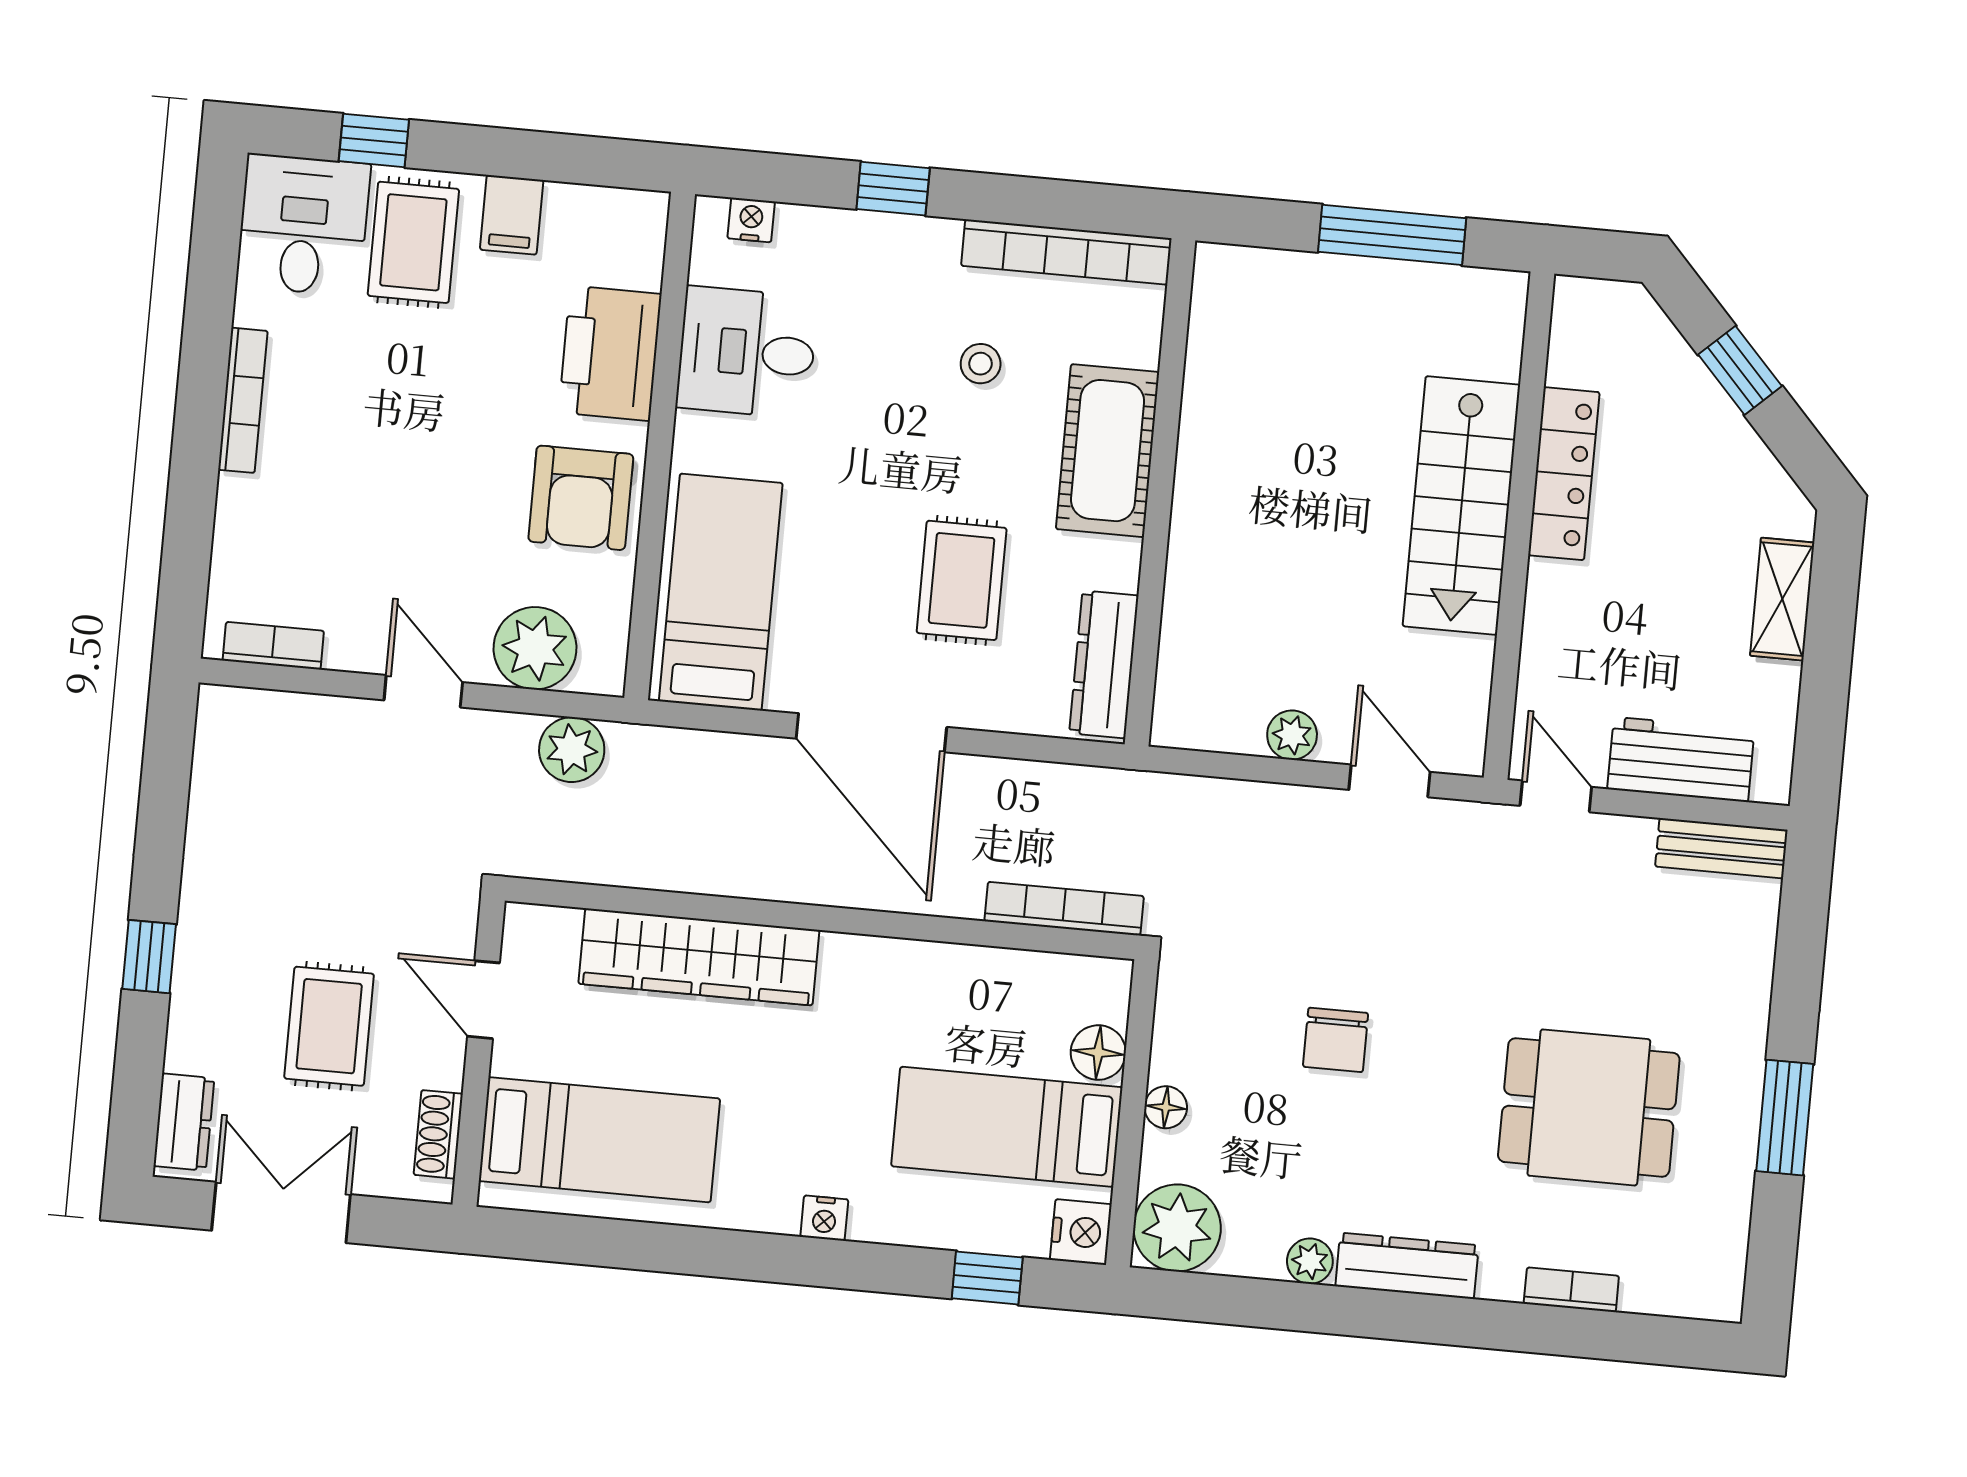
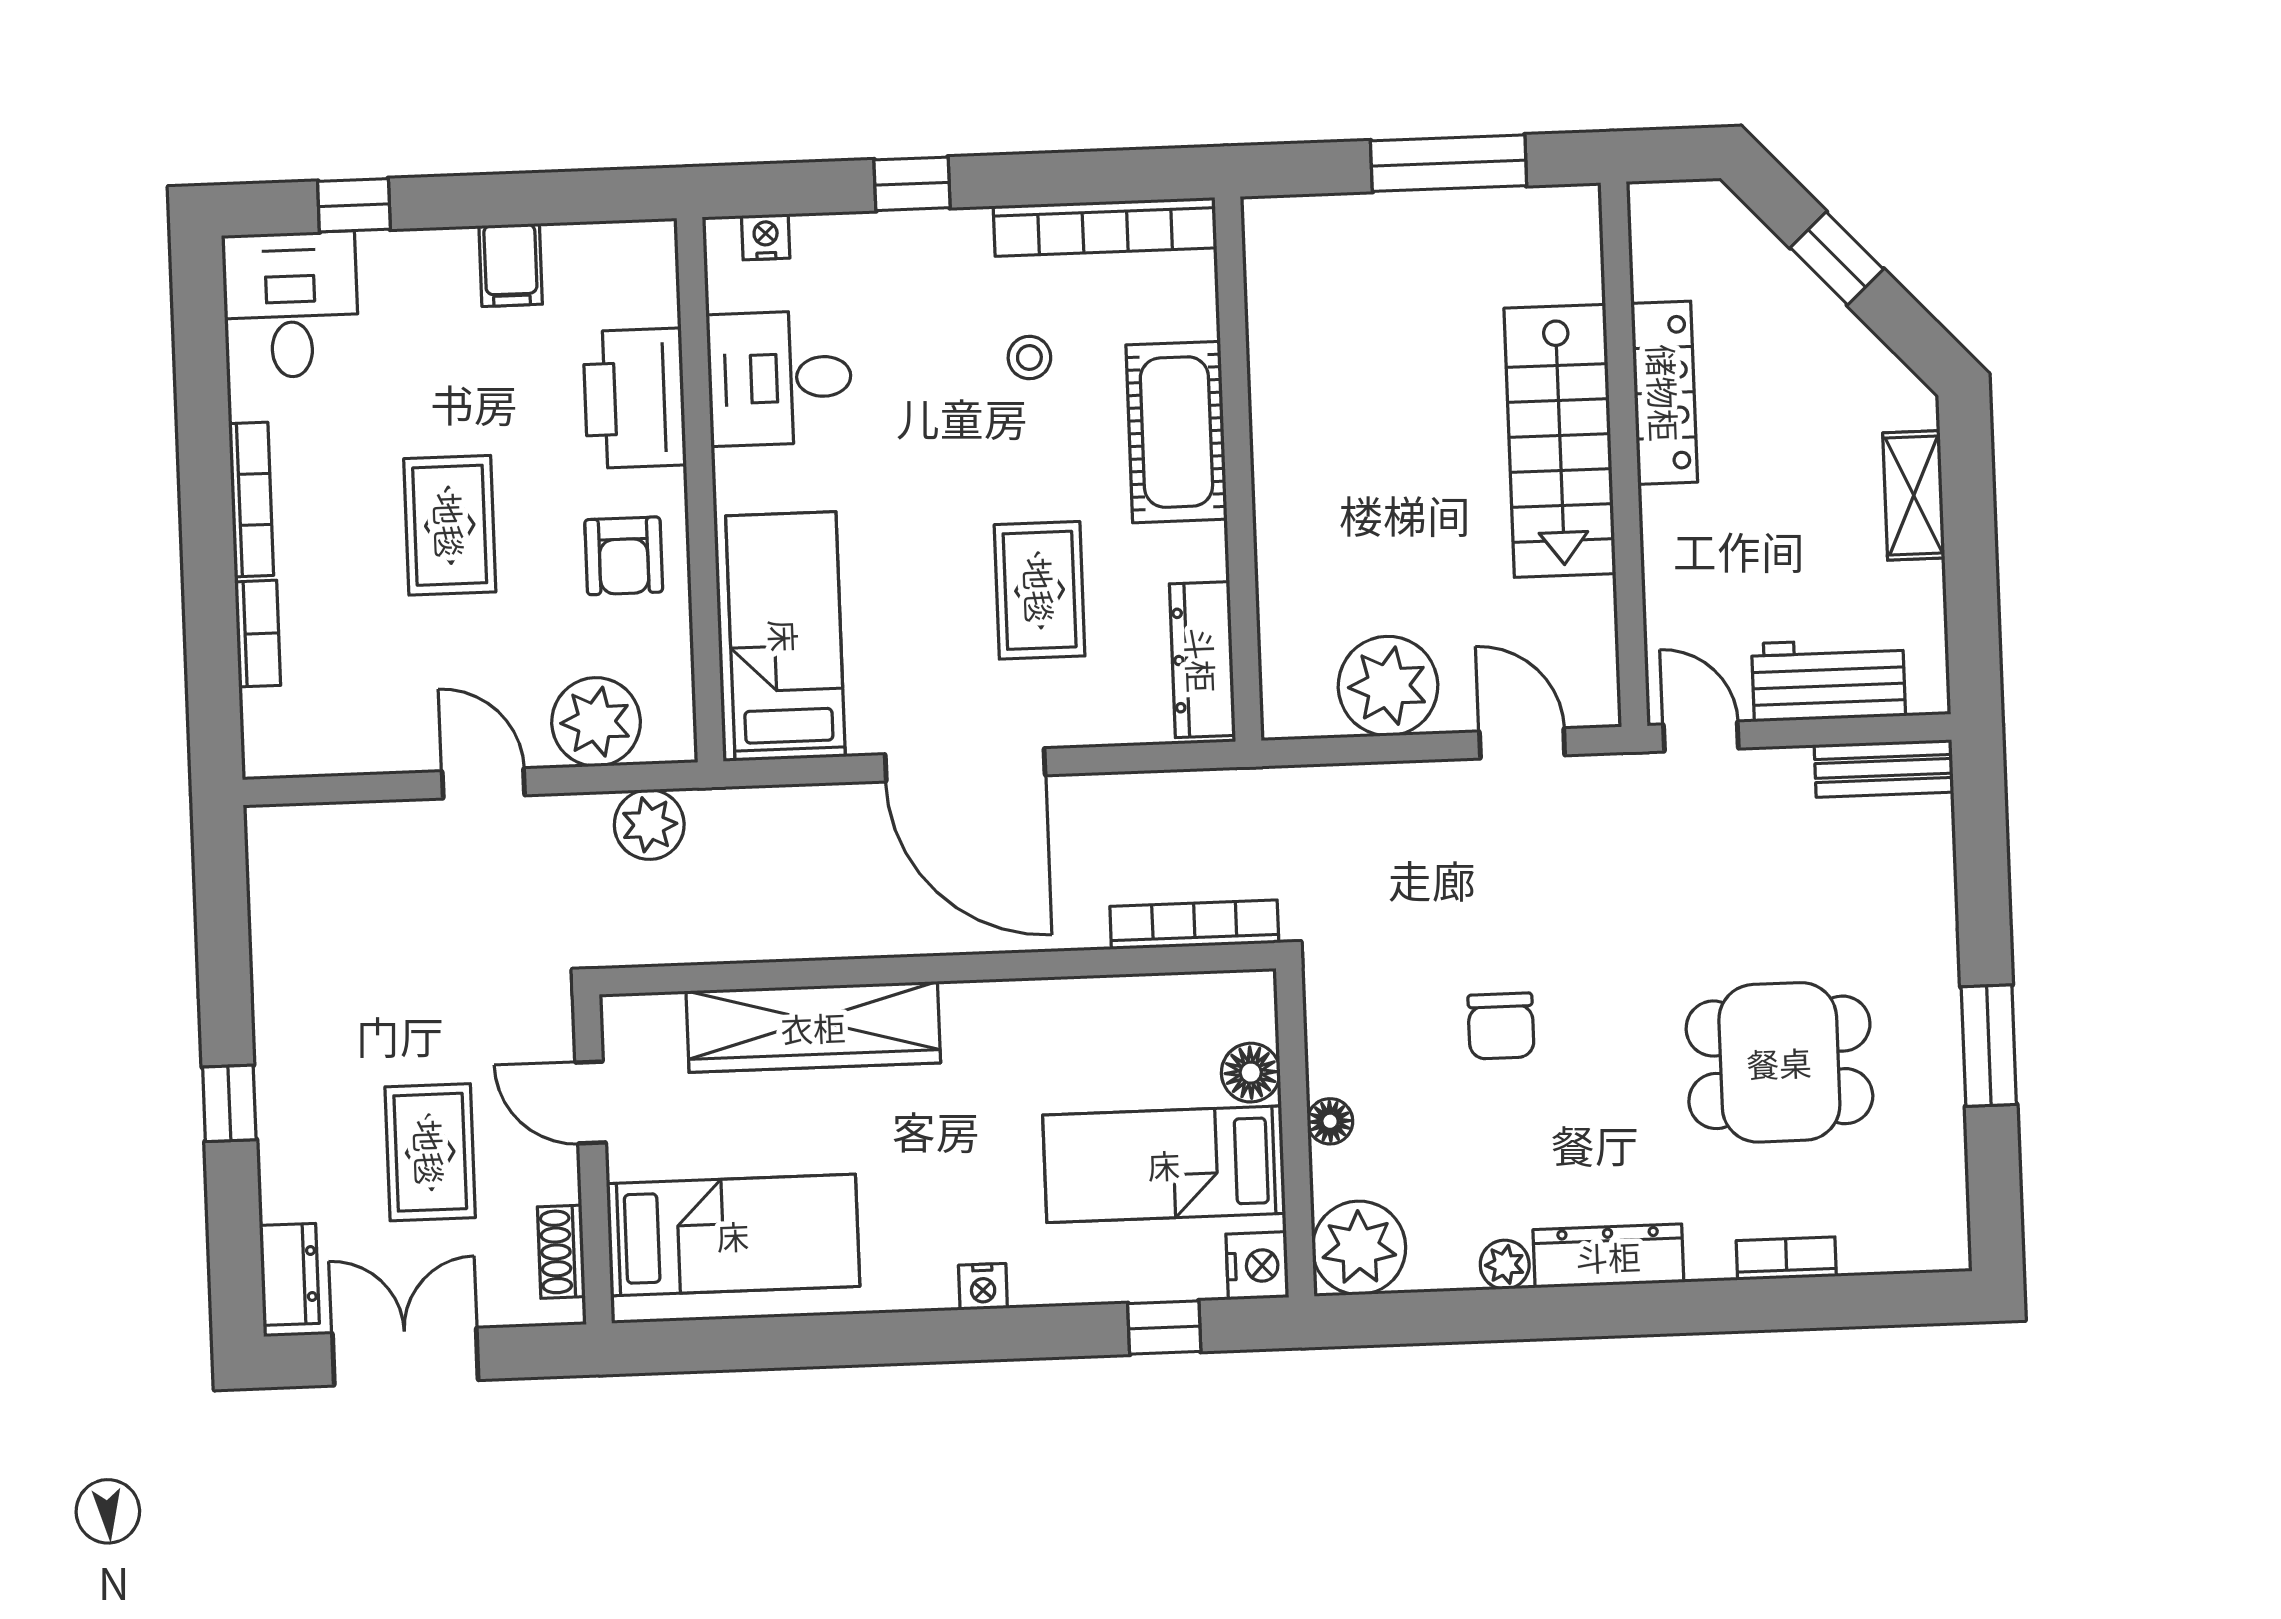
rug: (413, 242) -> (450, 525), moved
armchair: (581, 498) -> (624, 556), width x0.72, depth x0.72
bookcase: (273, 646) -> (258, 634), moved, turned 90
plant: (1292, 735) -> (1388, 686), width x1.88, depth x1.88

